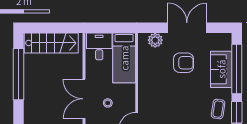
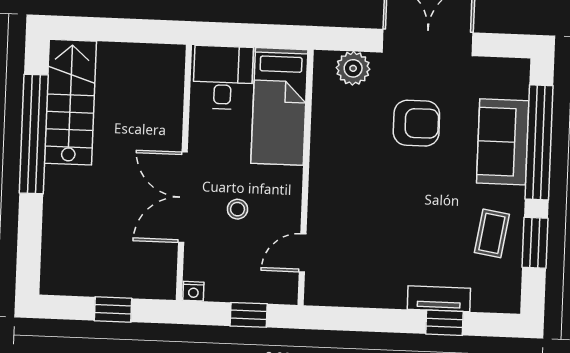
stairs: (51, 43) -> (70, 102), moved, turned -90

